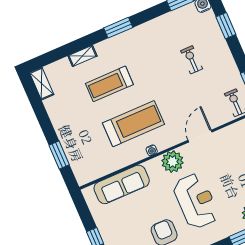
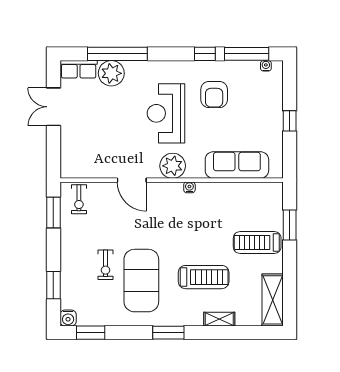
exercise mat: (158, 60) -> (141, 281), added
shelving: (42, 84) -> (273, 300), width x1.50, depth x1.33
treadmill: (134, 124) -> (257, 242), moved, width x0.73, depth x0.73
door: (200, 136) -> (132, 180), hinge flipped

